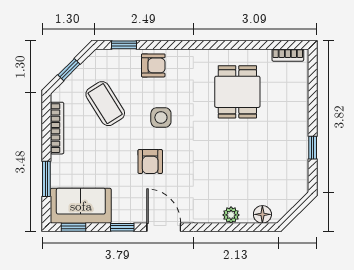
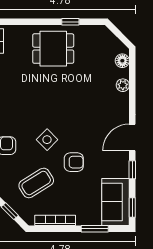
dining table: (237, 92) -> (53, 49), moved
side table: (161, 118) -> (47, 140), turned 45
armchair: (150, 161) -> (74, 162), moved

